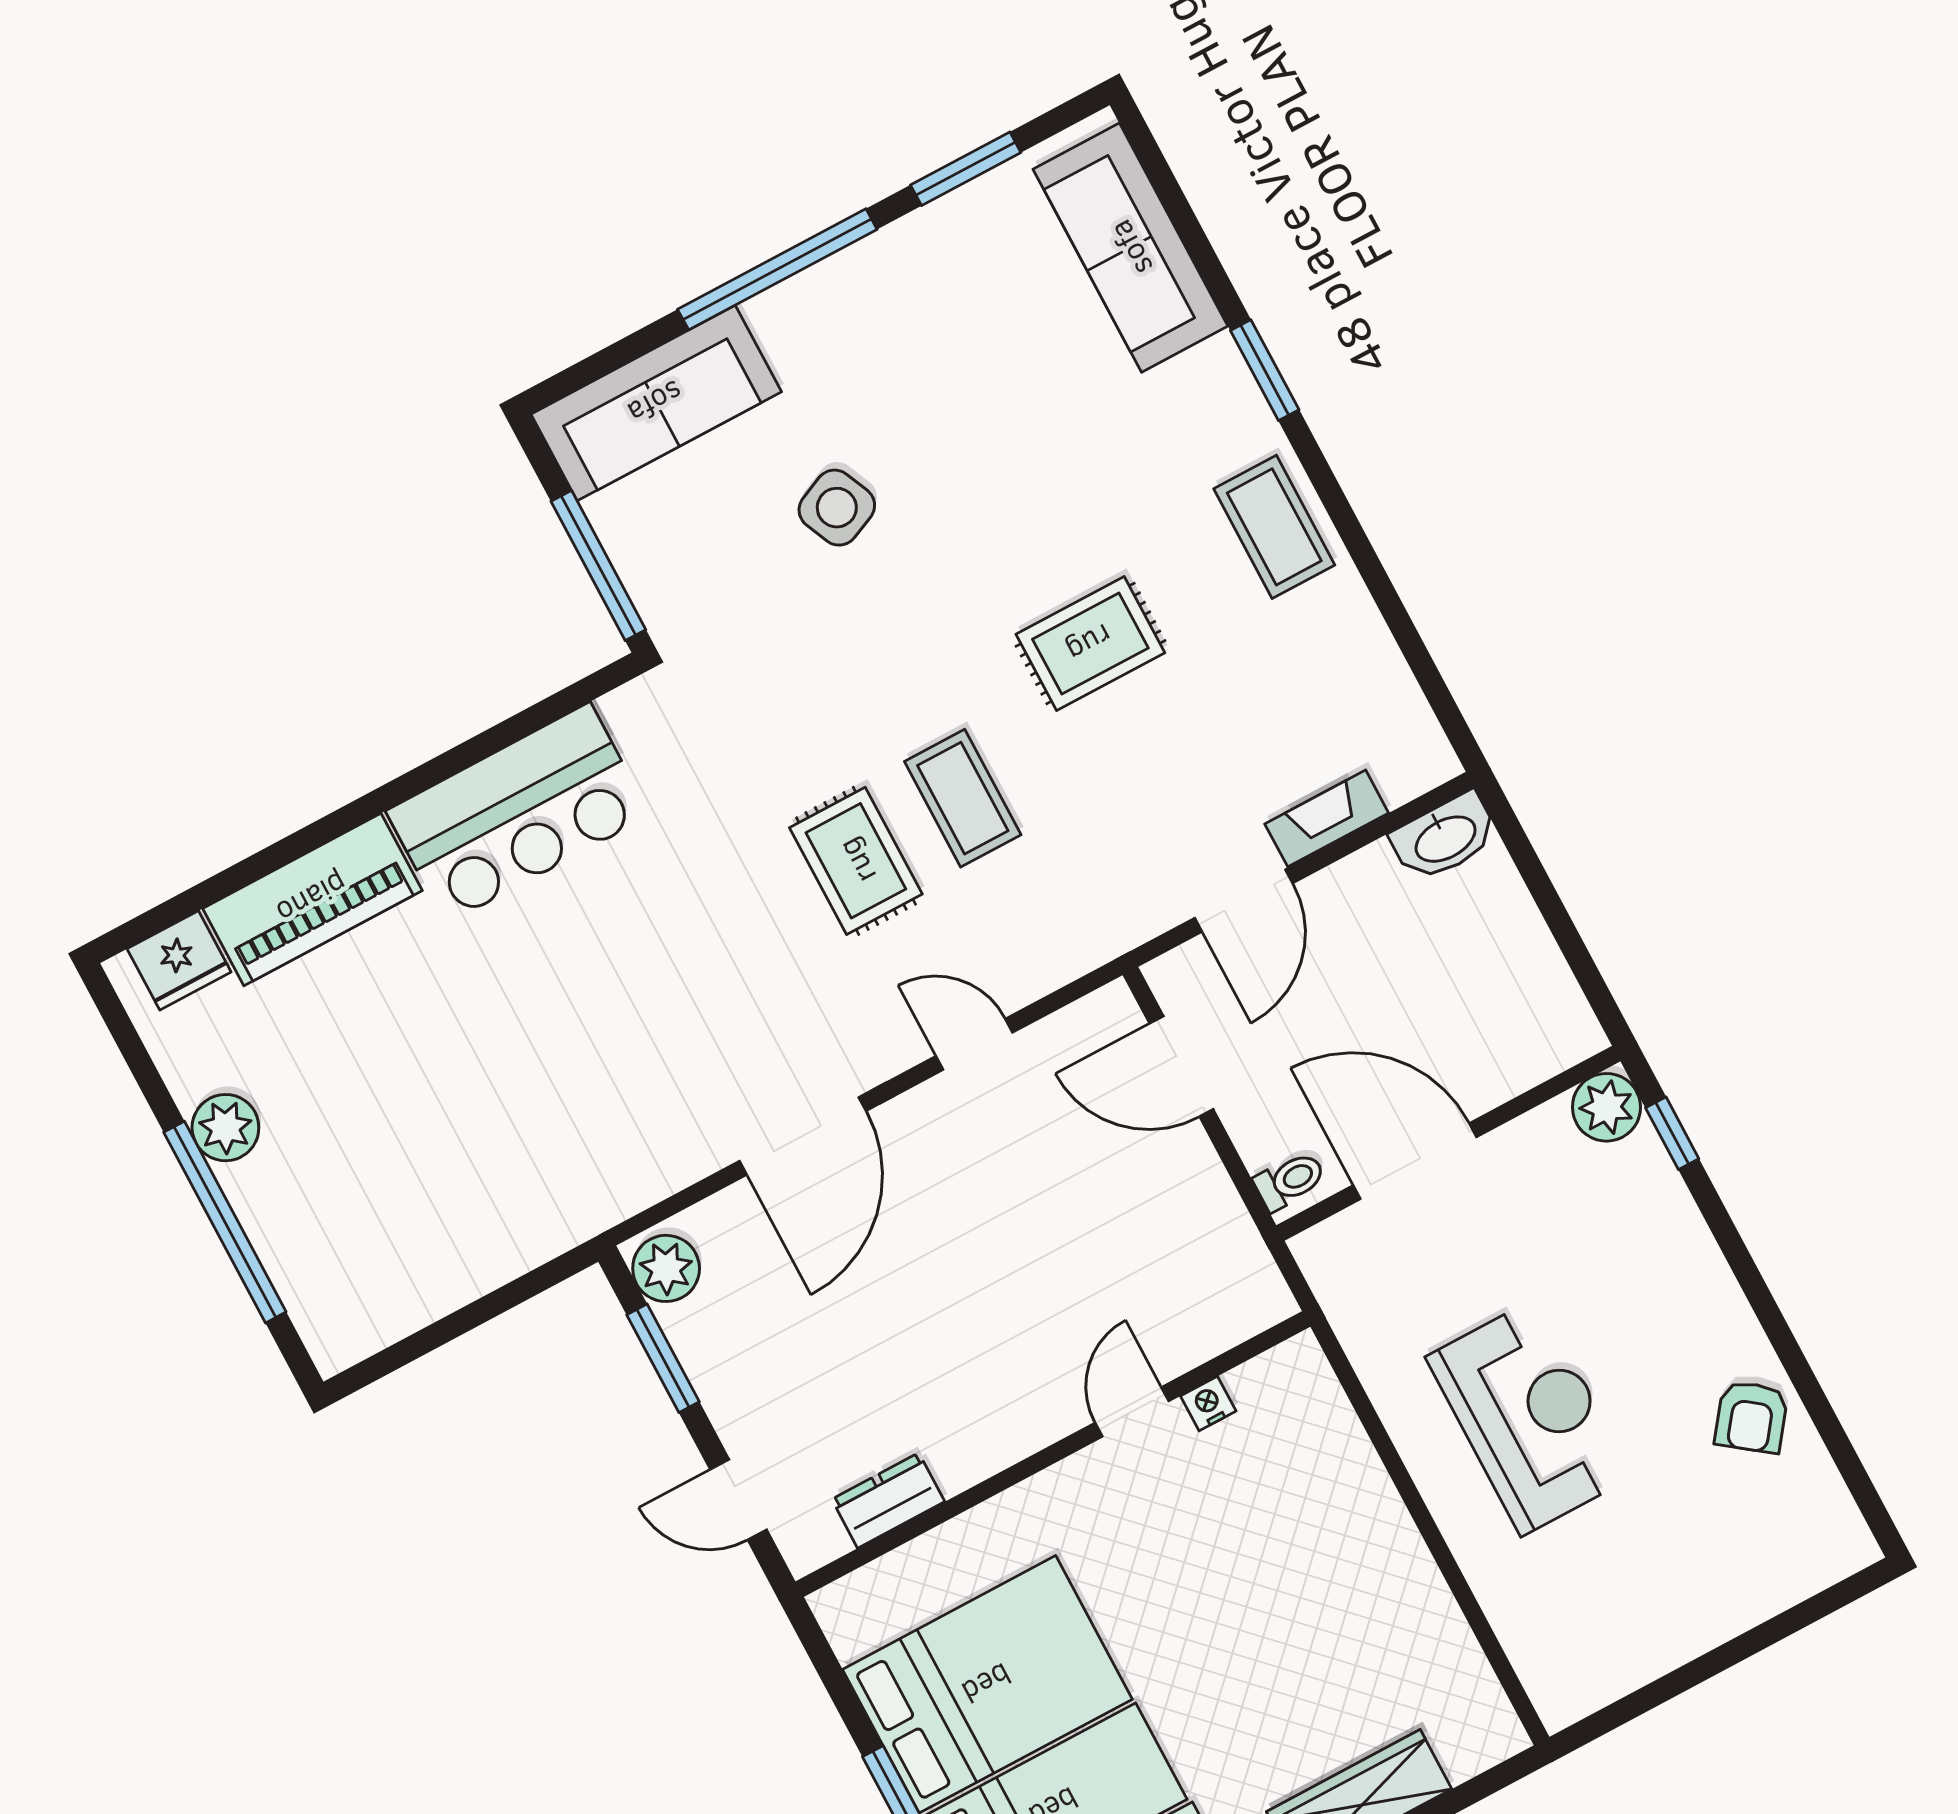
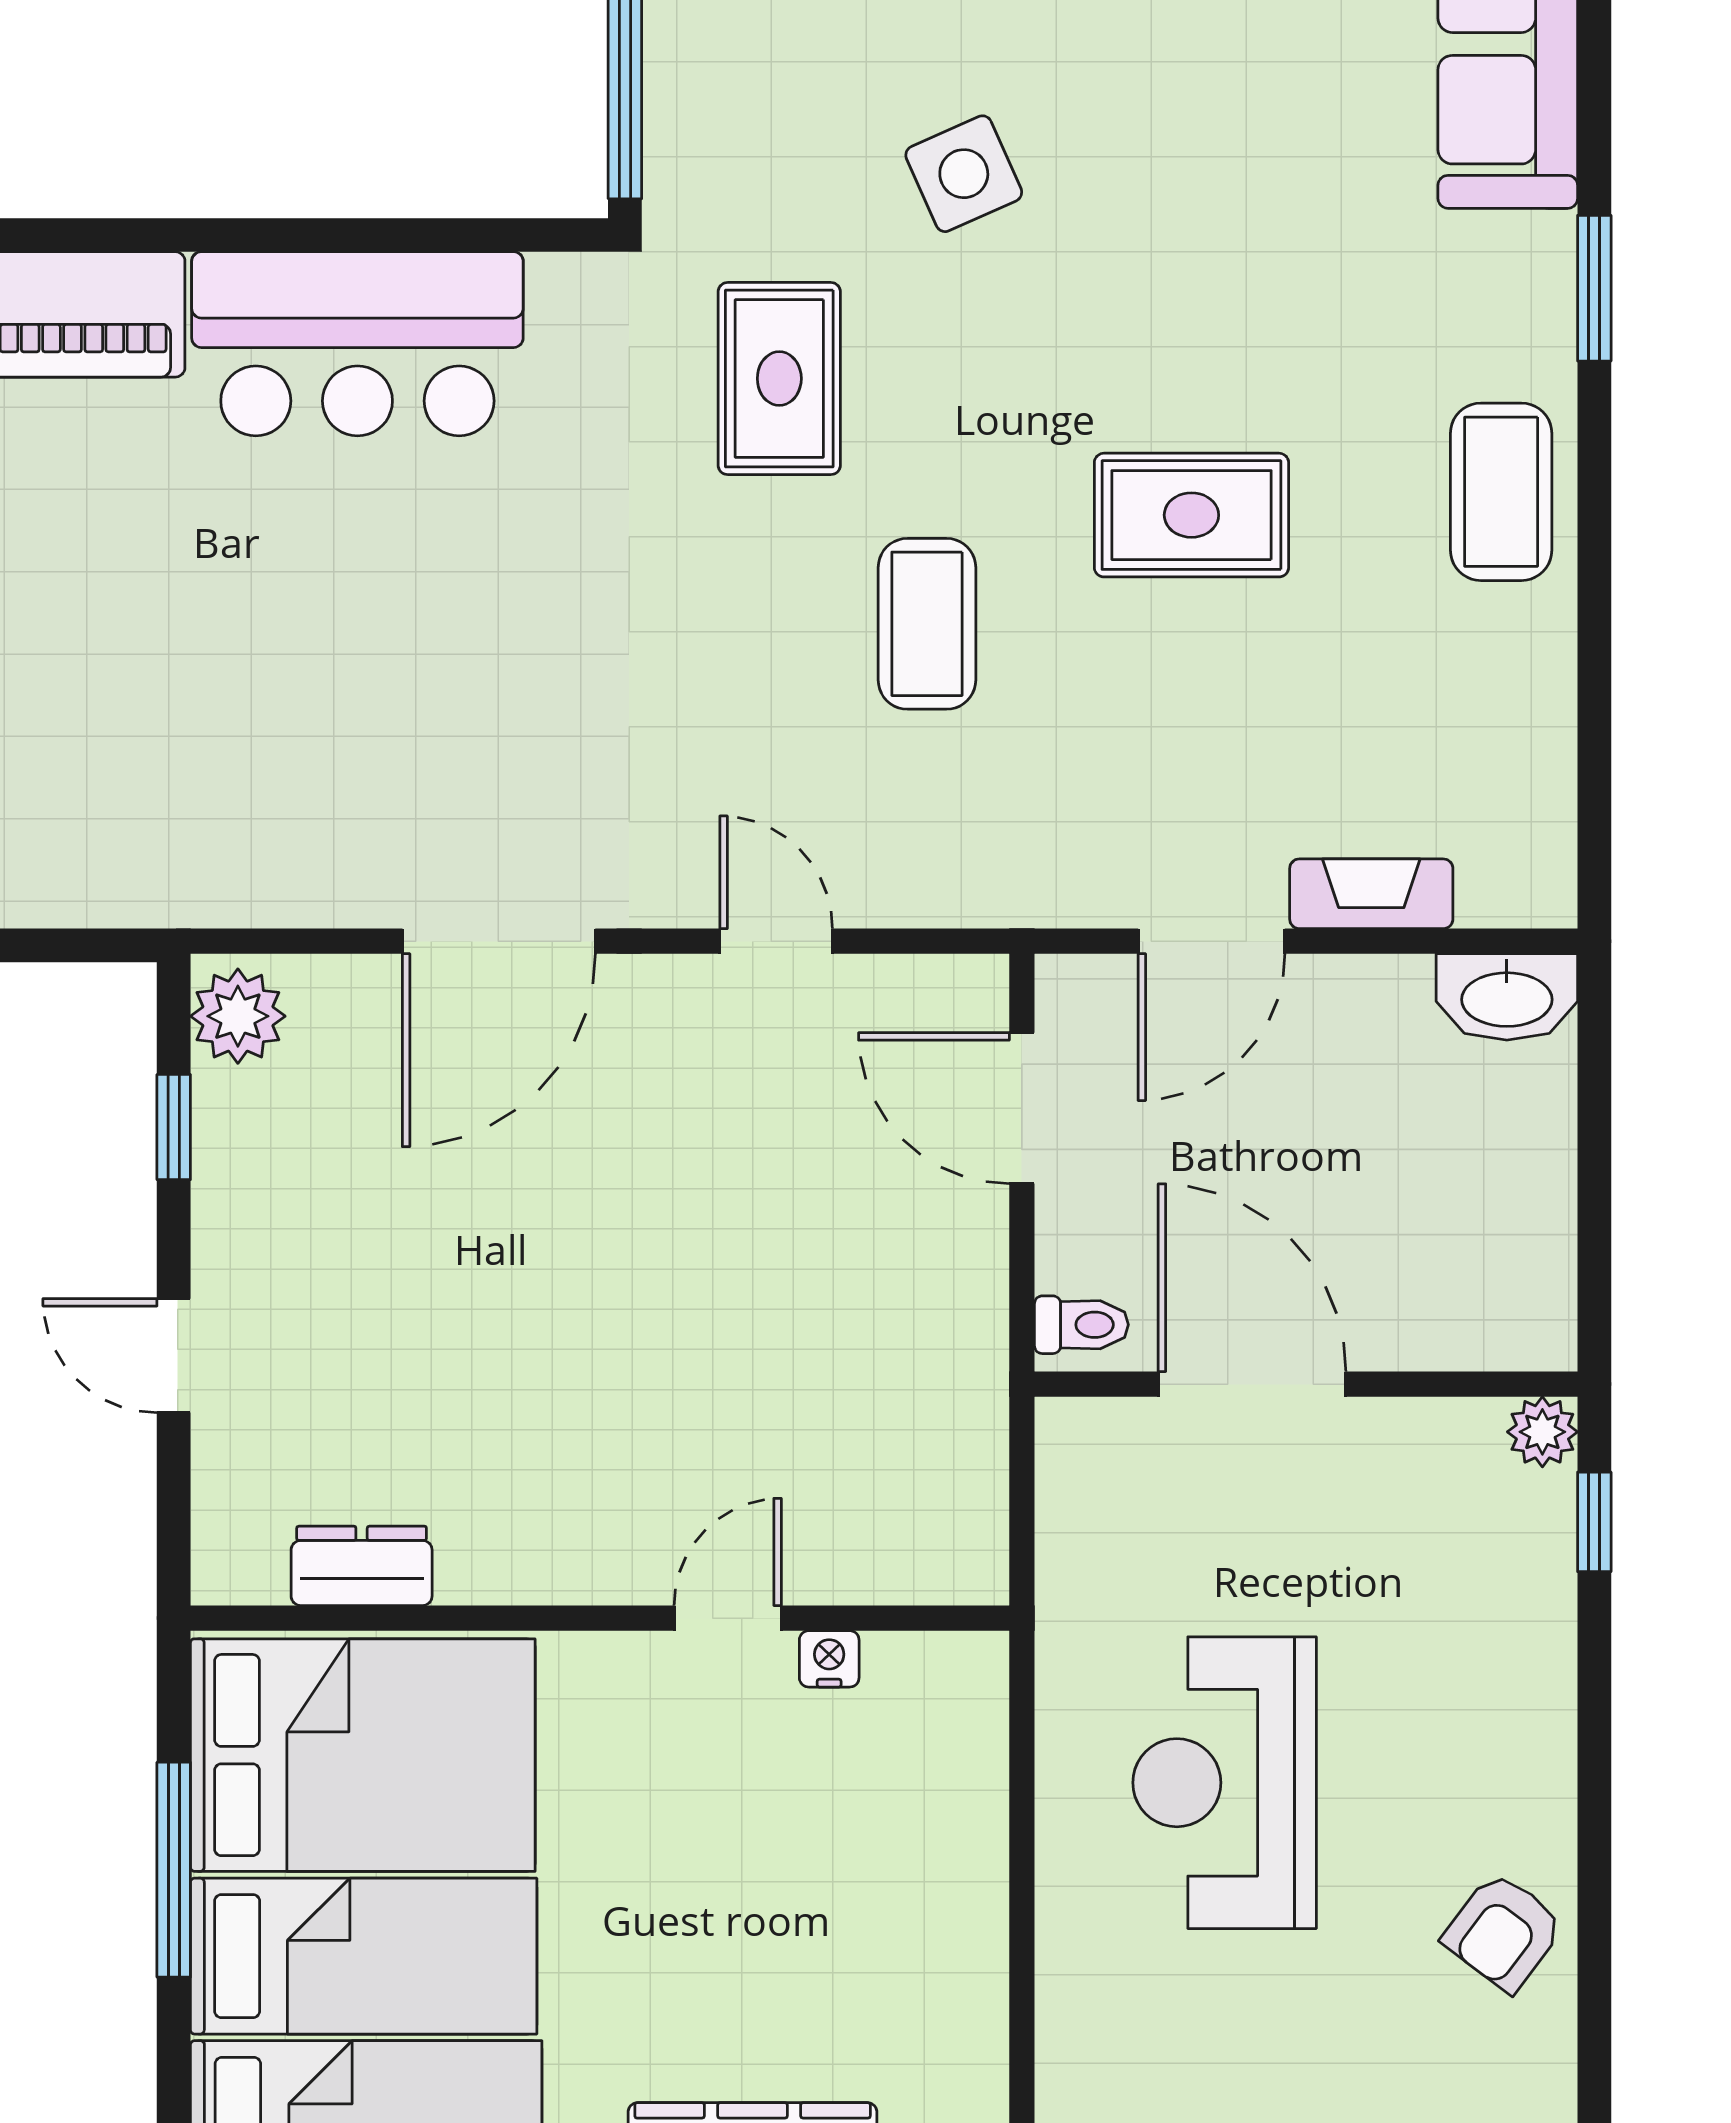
rug: (856, 861) -> (779, 379), moved
plant: (1606, 1107) -> (1542, 1432), width x0.73, depth x0.73
window: (663, 1358) -> (174, 1127), width x0.67
nightstand: (1208, 1404) -> (829, 1659), moved
door: (1132, 1412) -> (728, 1618), moved
reception desk: (1530, 1417) -> (1225, 1783), turned 180
wall: (1053, 1454) -> (600, 1618), moved
dresser: (888, 1500) -> (362, 1566), moved

